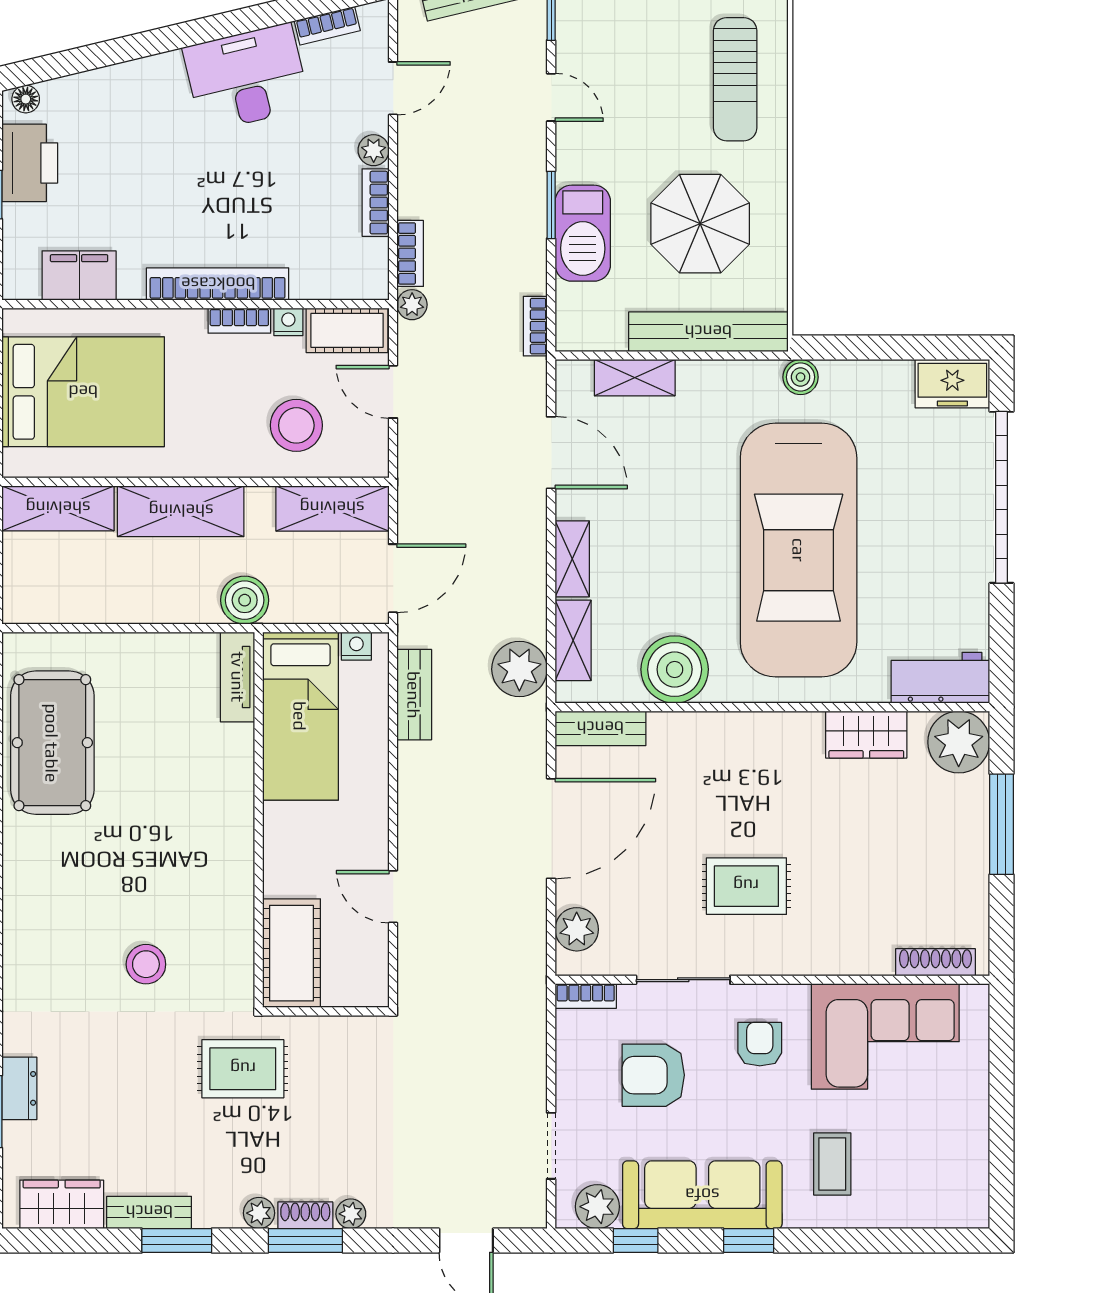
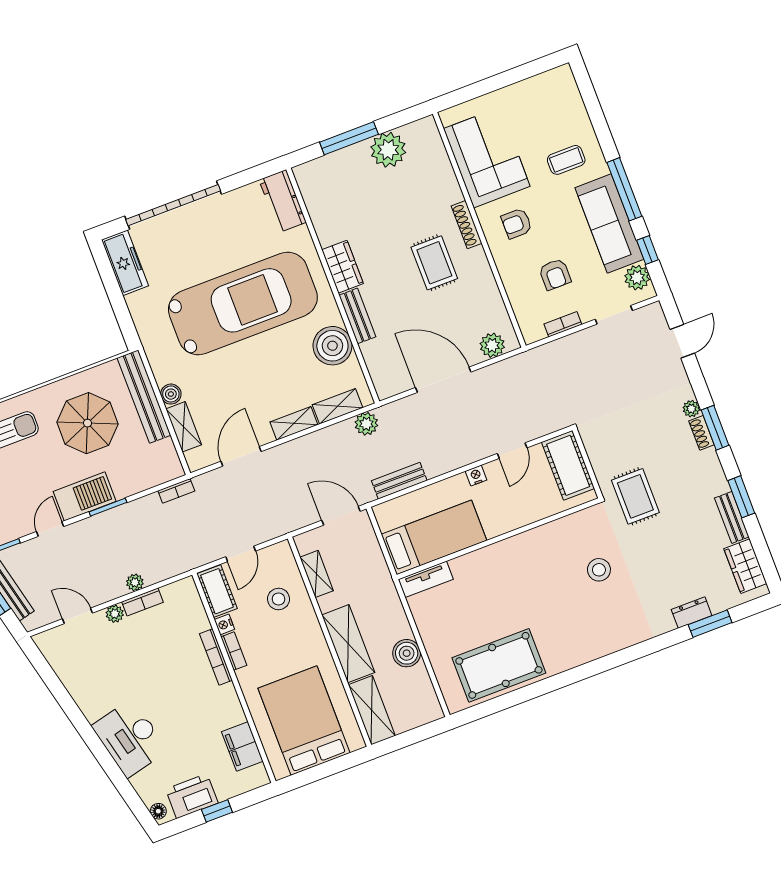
bookcase: (327, 26) -> (57, 664), removed
desk: (246, 78) -> (130, 738), moved
barbecue: (583, 233) -> (85, 496), moved
bookcase: (410, 253) -> (163, 573), removed
bookcase: (218, 284) -> (216, 657), width x0.68, depth x0.76
plant: (412, 305) -> (135, 582), moved
boiler: (801, 377) -> (171, 394), moved
freezer: (952, 384) -> (125, 263), width x1.40
stool: (296, 425) -> (278, 599), width x0.73, depth x0.73
shelving: (332, 508) -> (317, 574), width x0.67, depth x0.75
boiler: (245, 600) -> (407, 653), moved
nightstand: (356, 646) -> (476, 476), moved, turned 90
plant: (519, 669) -> (366, 424), width x0.73, depth x0.73
bench: (600, 728) -> (357, 316), moved
wardrobe: (866, 735) -> (343, 267), moved
plant: (959, 742) -> (388, 150), moved
cot: (292, 953) -> (568, 465), moved, turned 90
shoe rack: (935, 962) -> (467, 225), moved
sliding door: (683, 980) -> (498, 278), removed
bookcase: (586, 996) -> (563, 324), moved, turned -90
armchair: (653, 1075) -> (555, 274), width x0.72, depth x0.72
plant: (259, 1213) -> (710, 458), removed
window: (749, 1241) -> (624, 189), width x2.17

